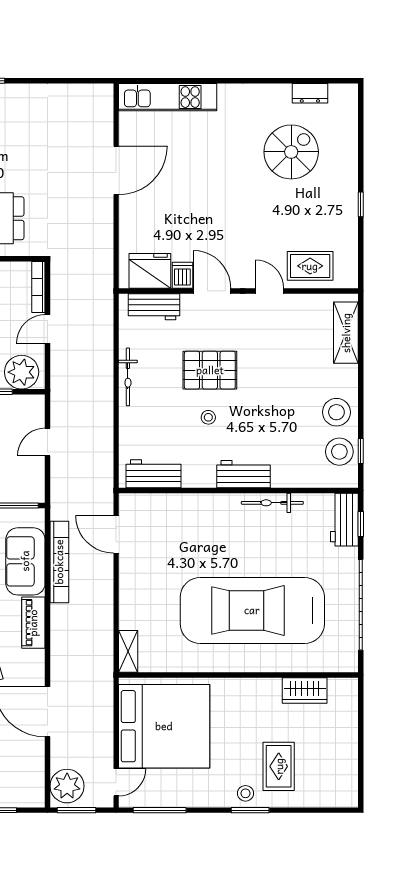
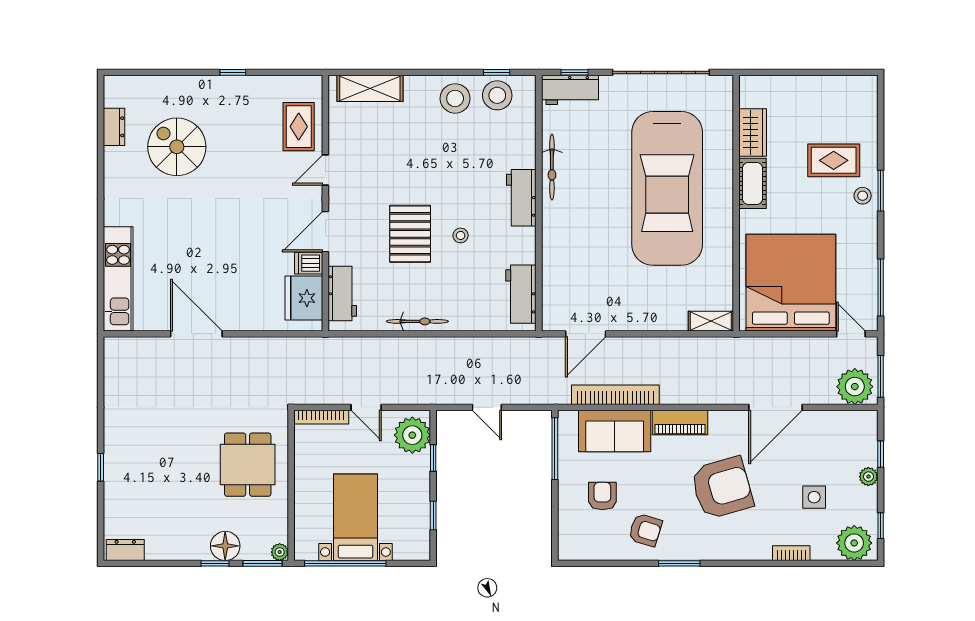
cot: (257, 690) -> (752, 183), added

